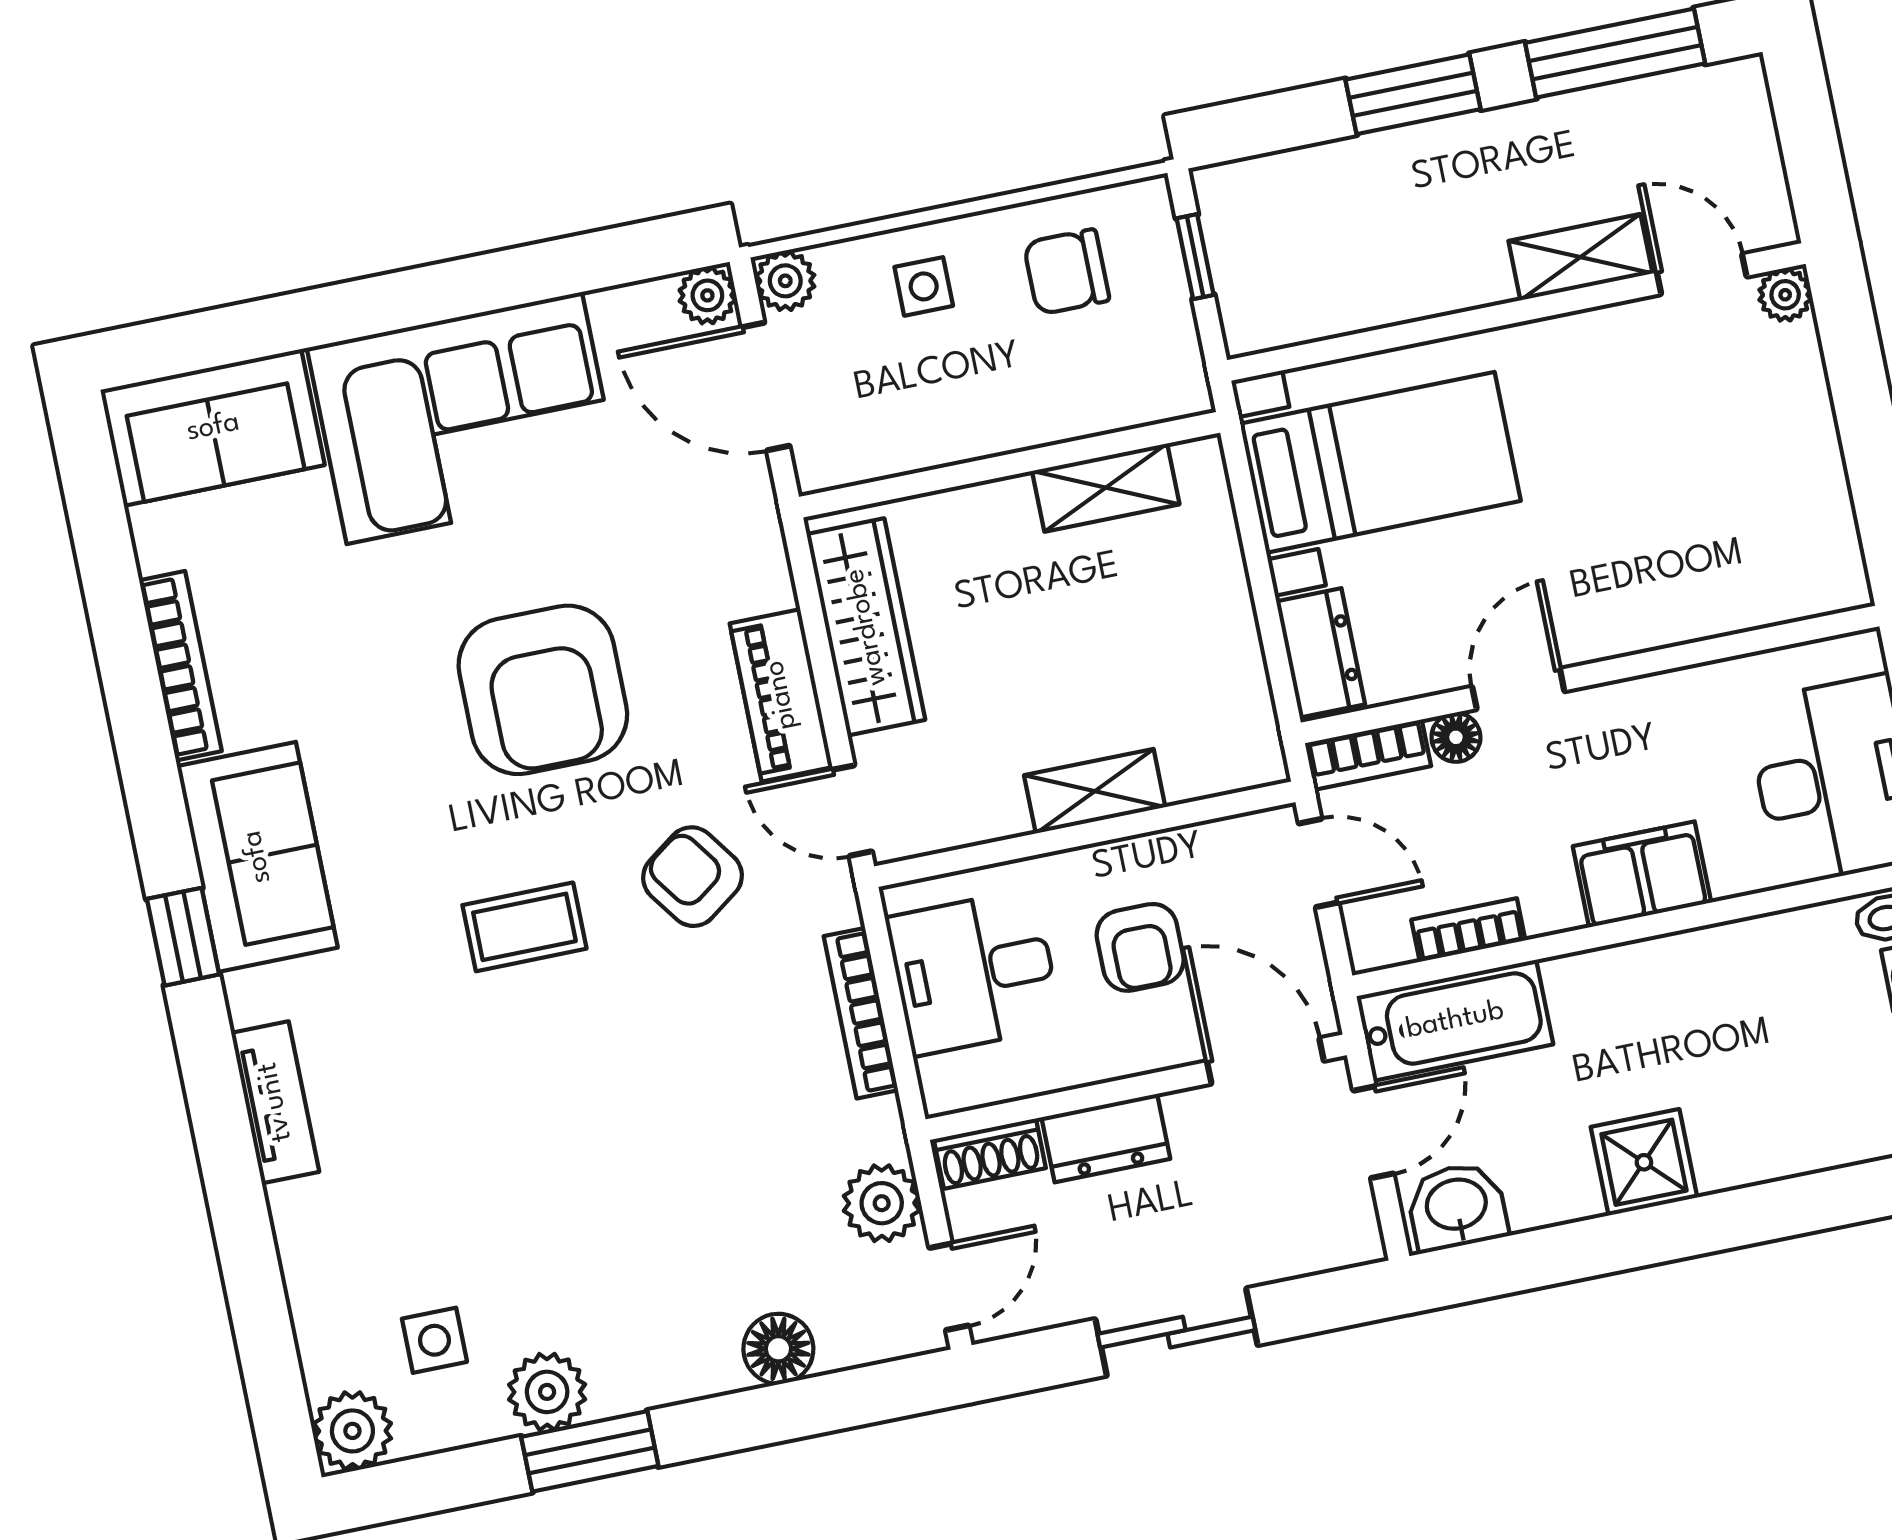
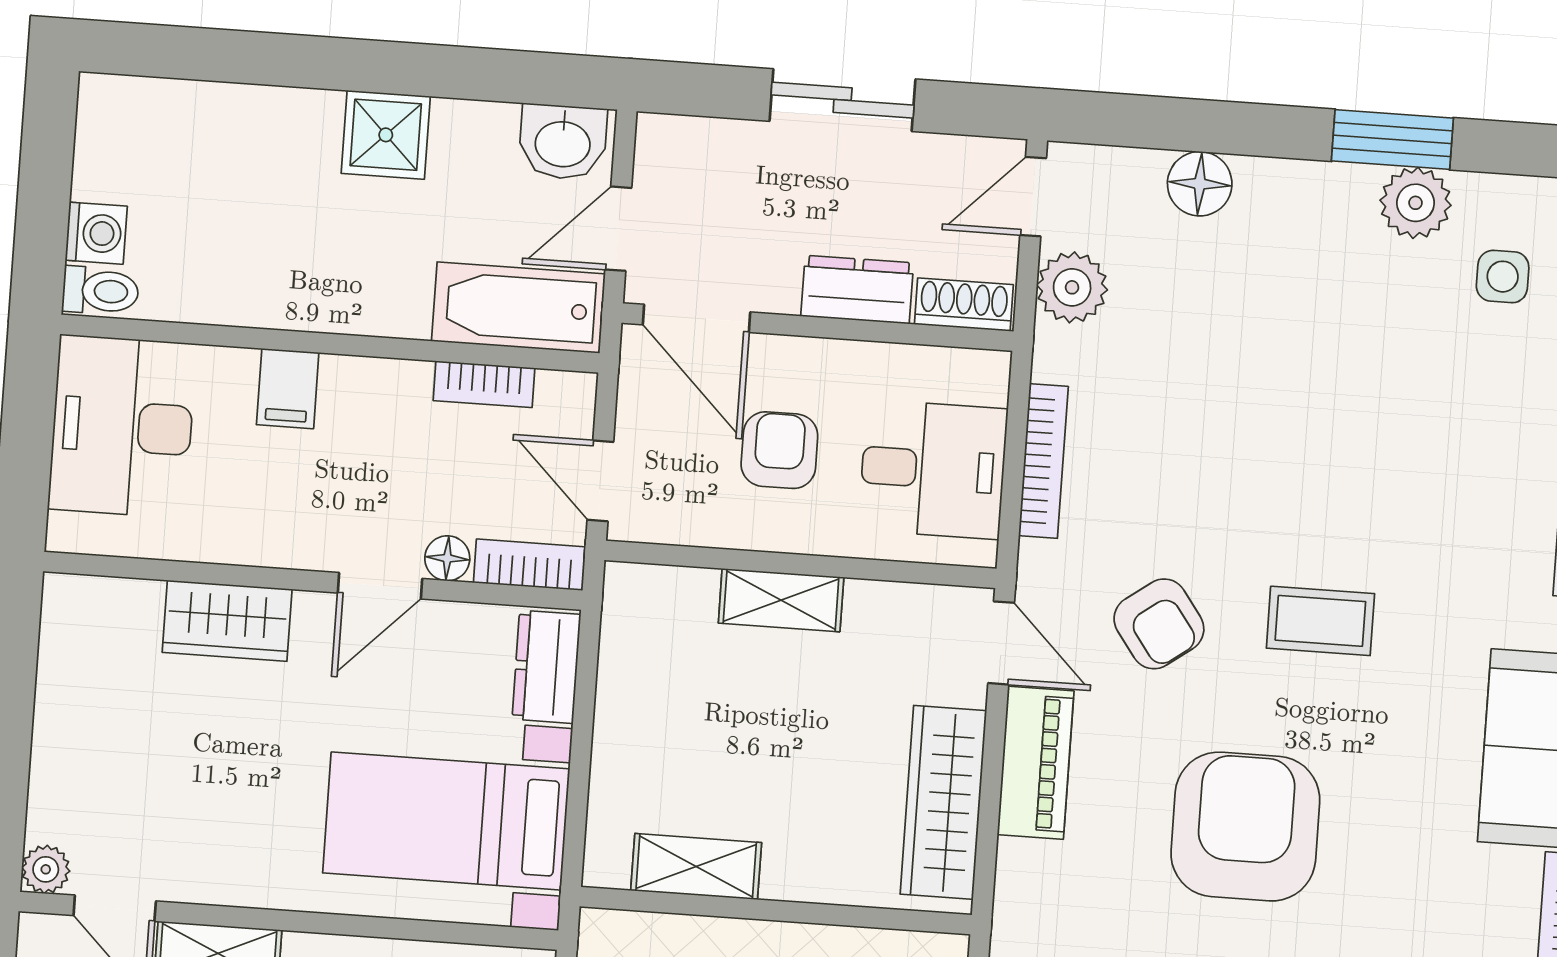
wardrobe: (1668, 608) -> (227, 621), added
filing cabinet: (1642, 874) -> (288, 389), width x0.50

